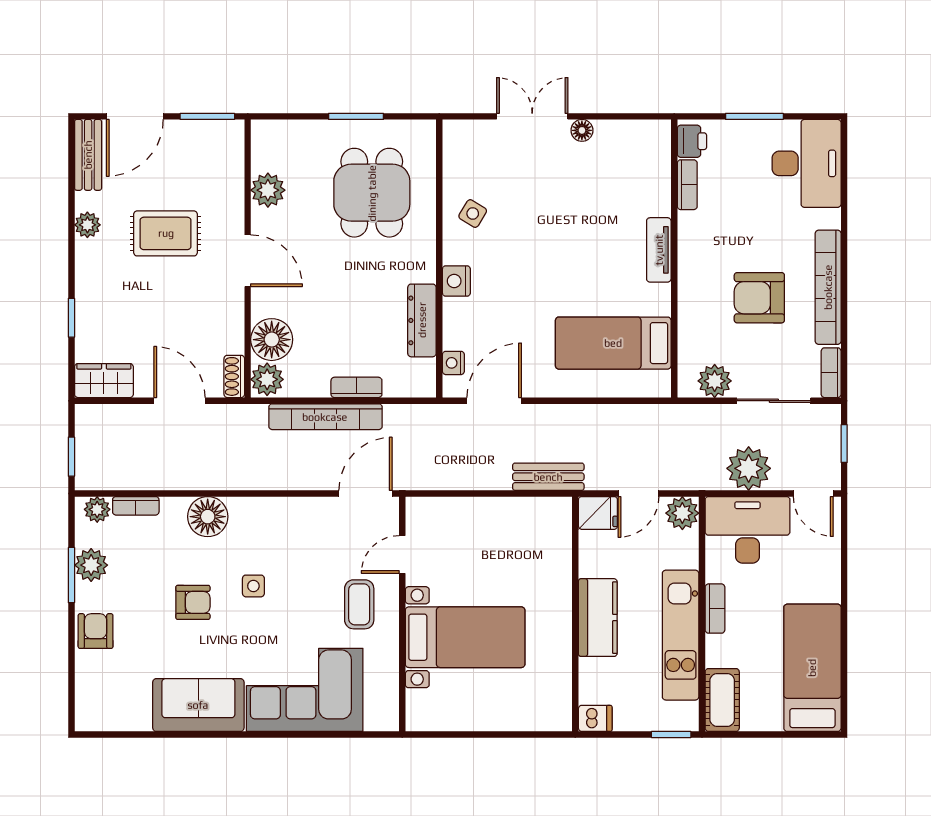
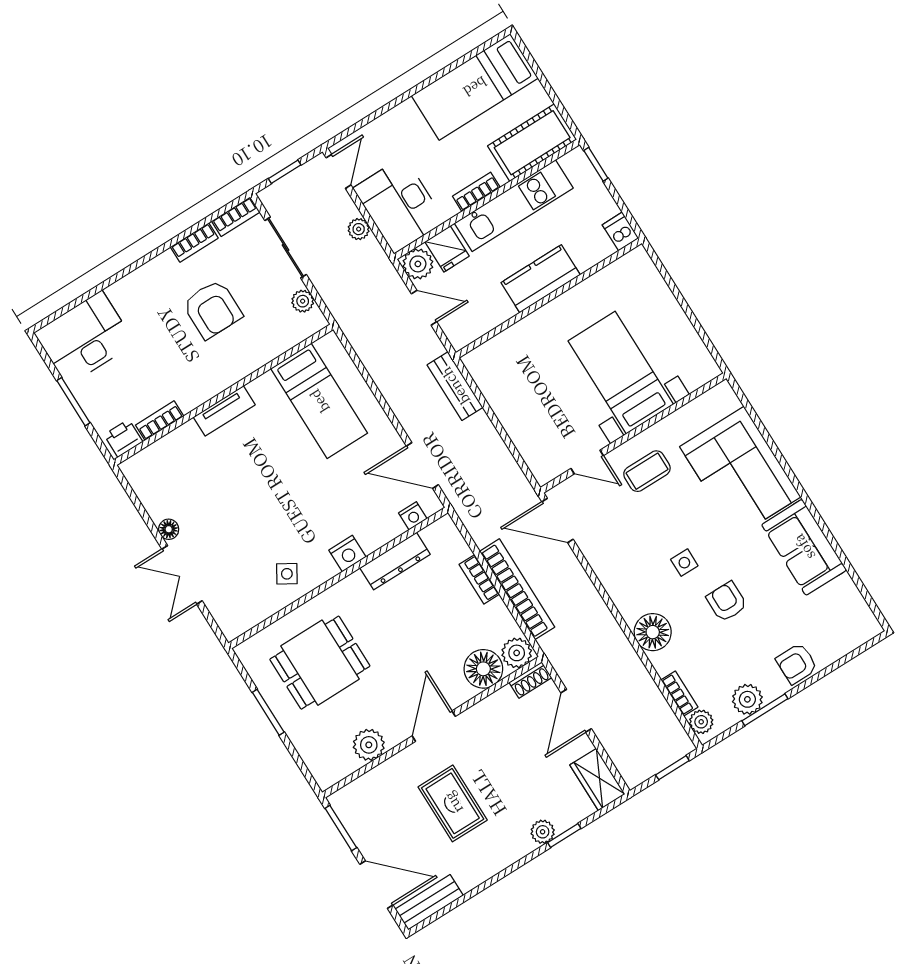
plant: (87, 225) -> (543, 832), moved
bookcase: (828, 287) -> (194, 242), width x0.43, depth x0.76
plant: (715, 381) -> (303, 301), width x0.73, depth x0.73
plant: (749, 468) -> (359, 229), width x0.53, depth x0.53
fridge: (598, 513) -> (447, 249), moved, turned 180
cot: (722, 700) -> (532, 143), width x1.37, depth x1.34

